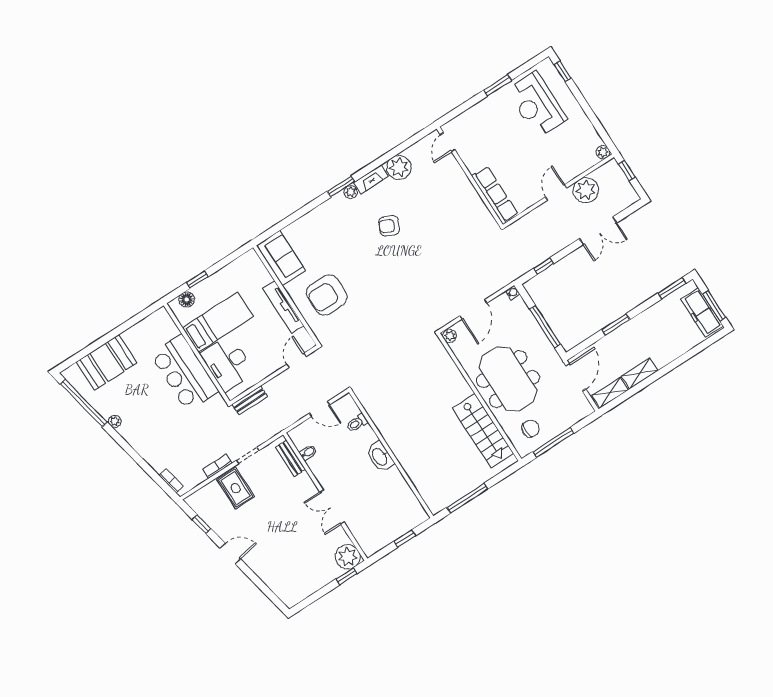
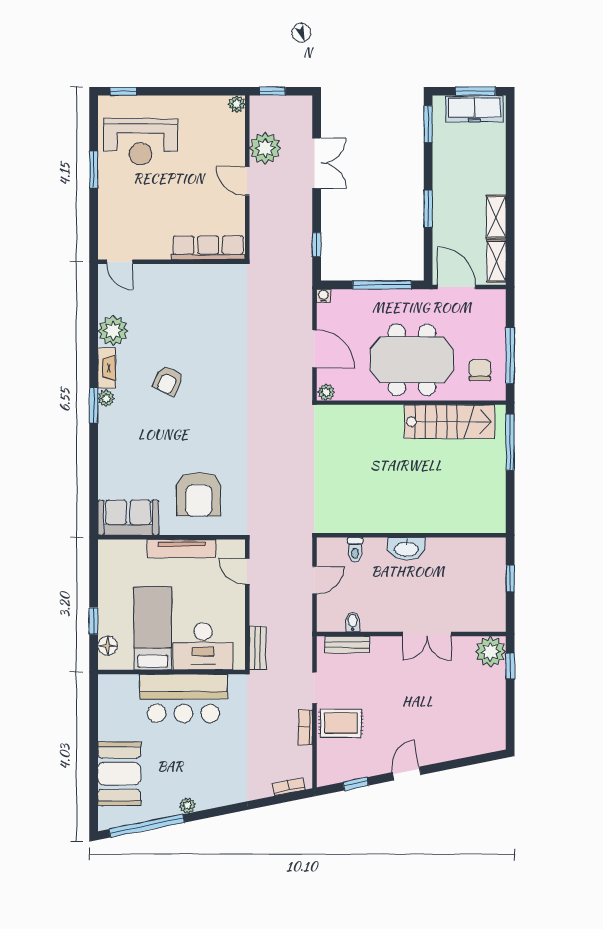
window: (467, 498) -> (510, 442), moved

